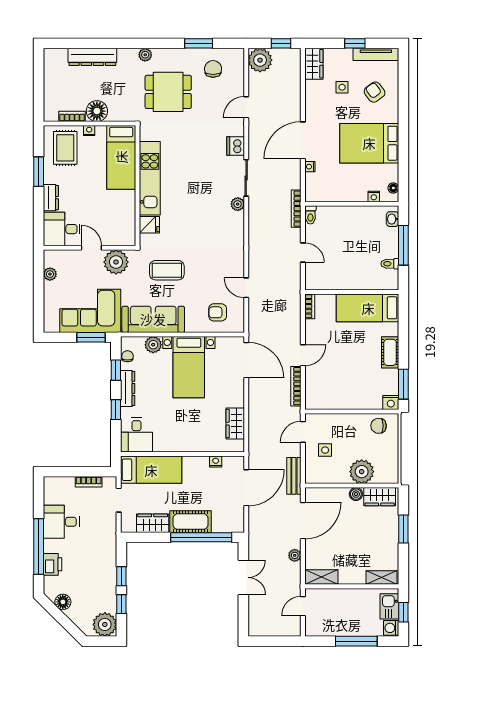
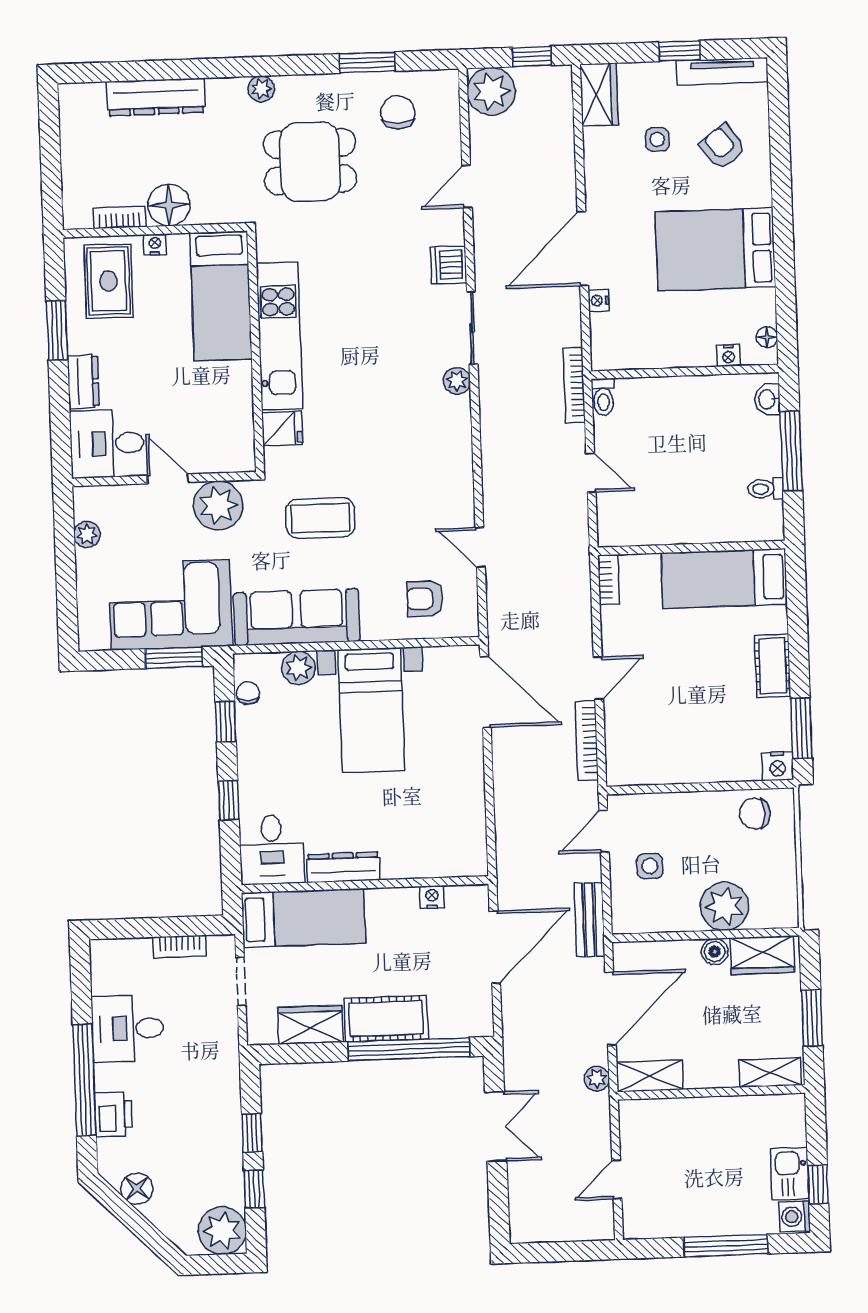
dresser: (128, 388) -> (343, 867), moved, turned -90
wardrobe: (235, 424) -> (468, 819), removed
shelving: (321, 577) -> (650, 1076), moved
shelving: (381, 578) -> (770, 1073), moved
wall: (352, 586) -> (711, 1092), moved

